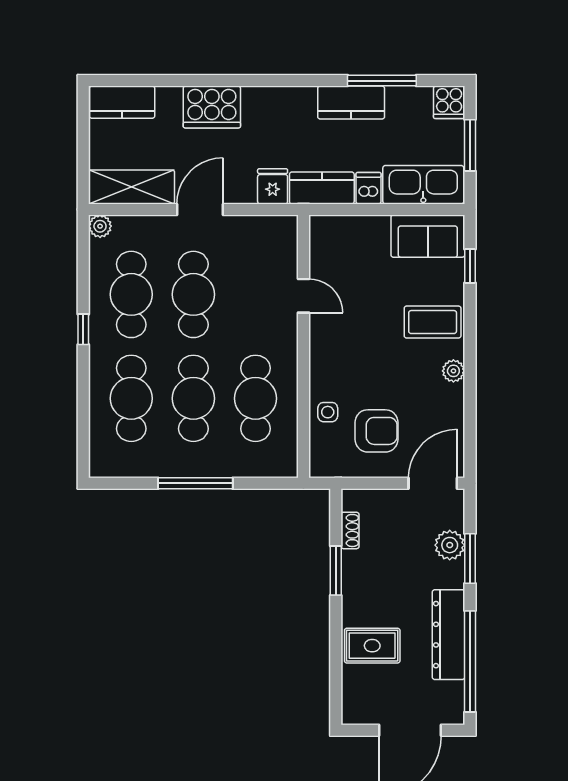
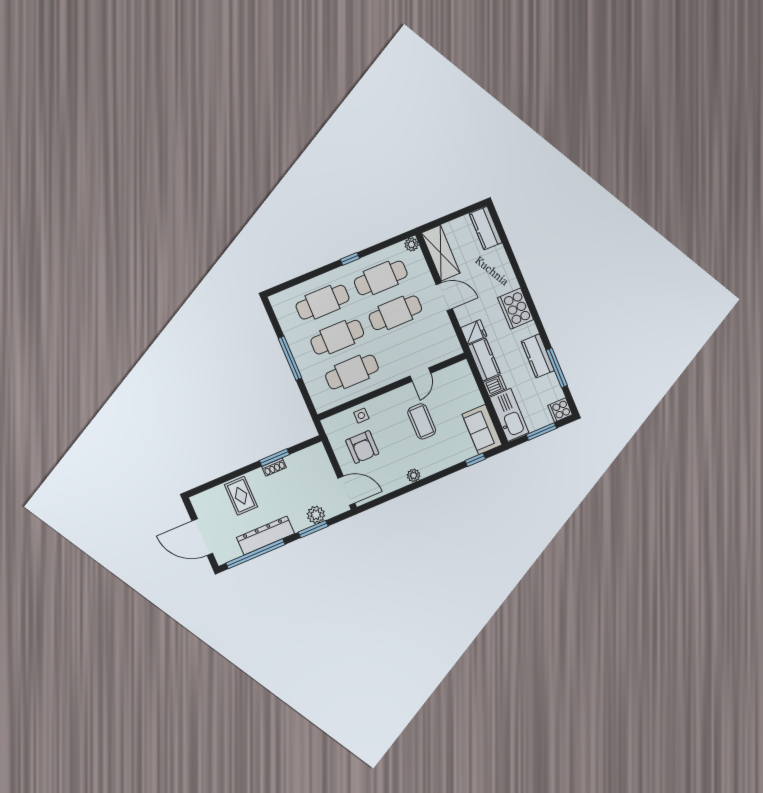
cooker: (212, 107) -> (516, 309), moved
coffee table: (433, 322) -> (422, 421), moved
shoe rack: (350, 530) -> (274, 467), moved

